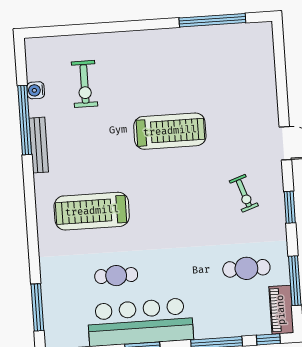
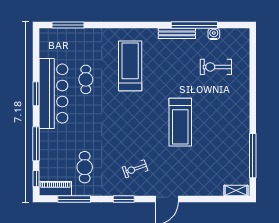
shelving: (266, 41) -> (236, 191), added

